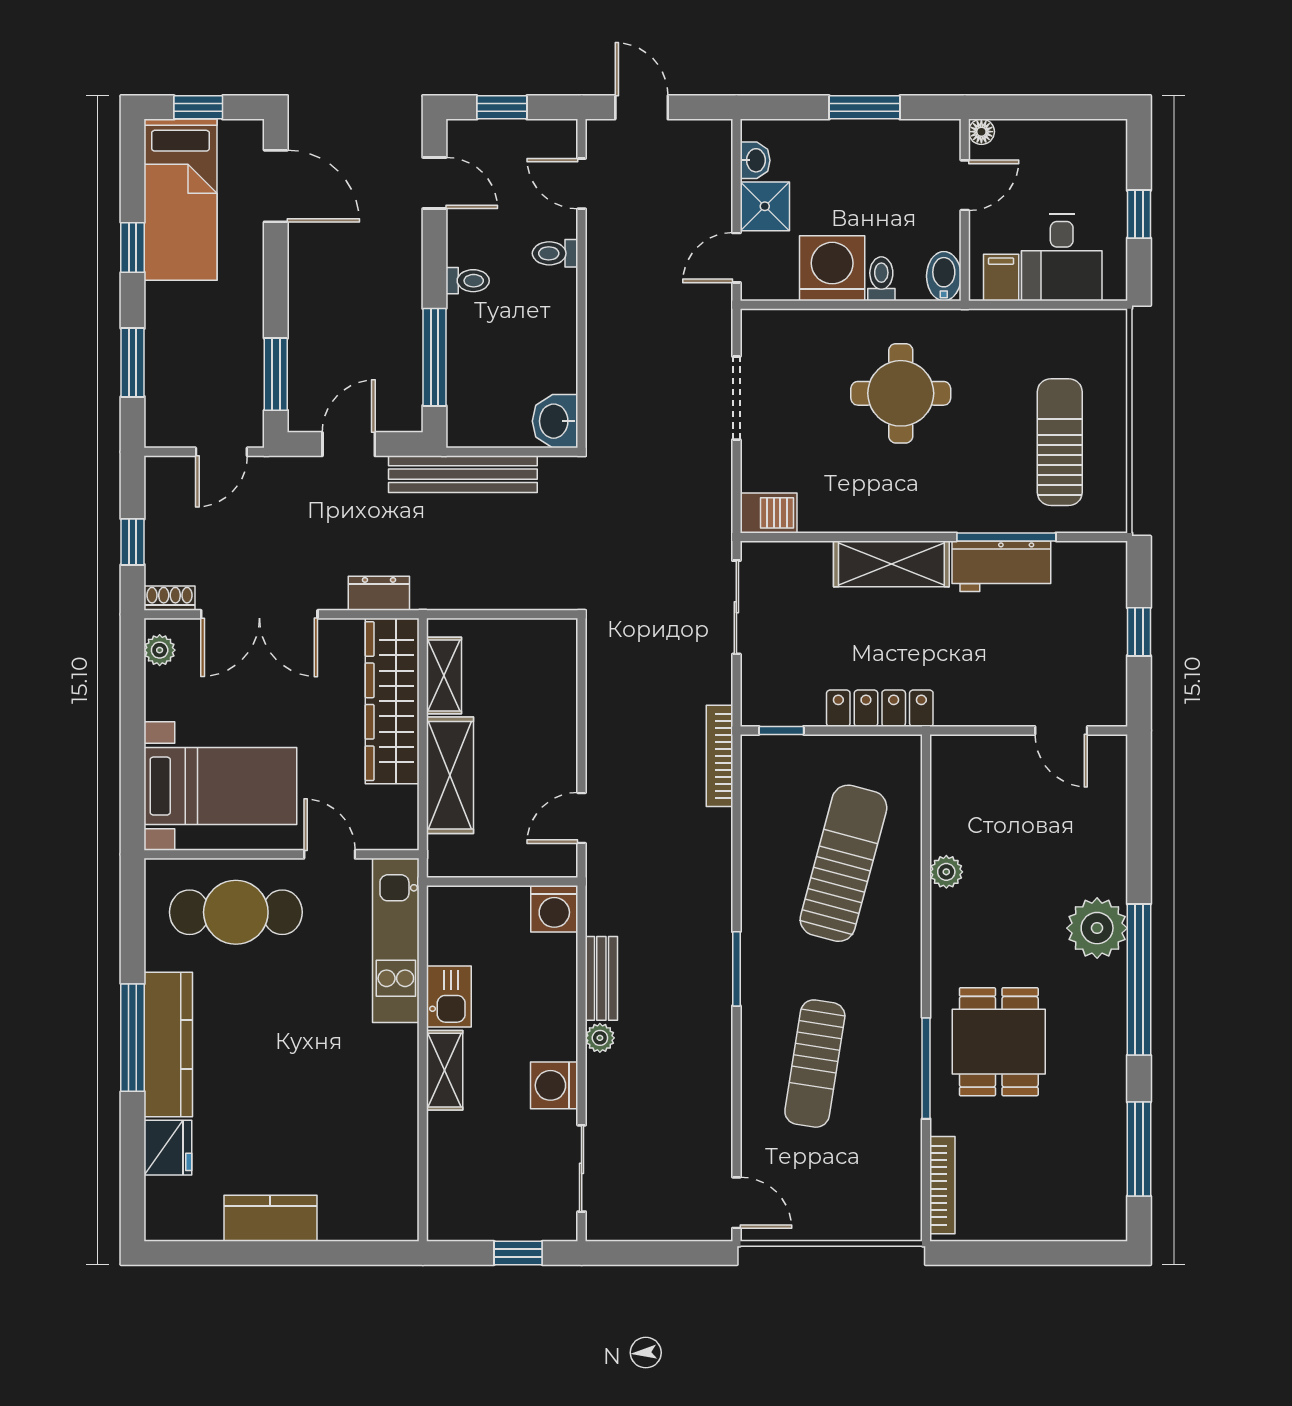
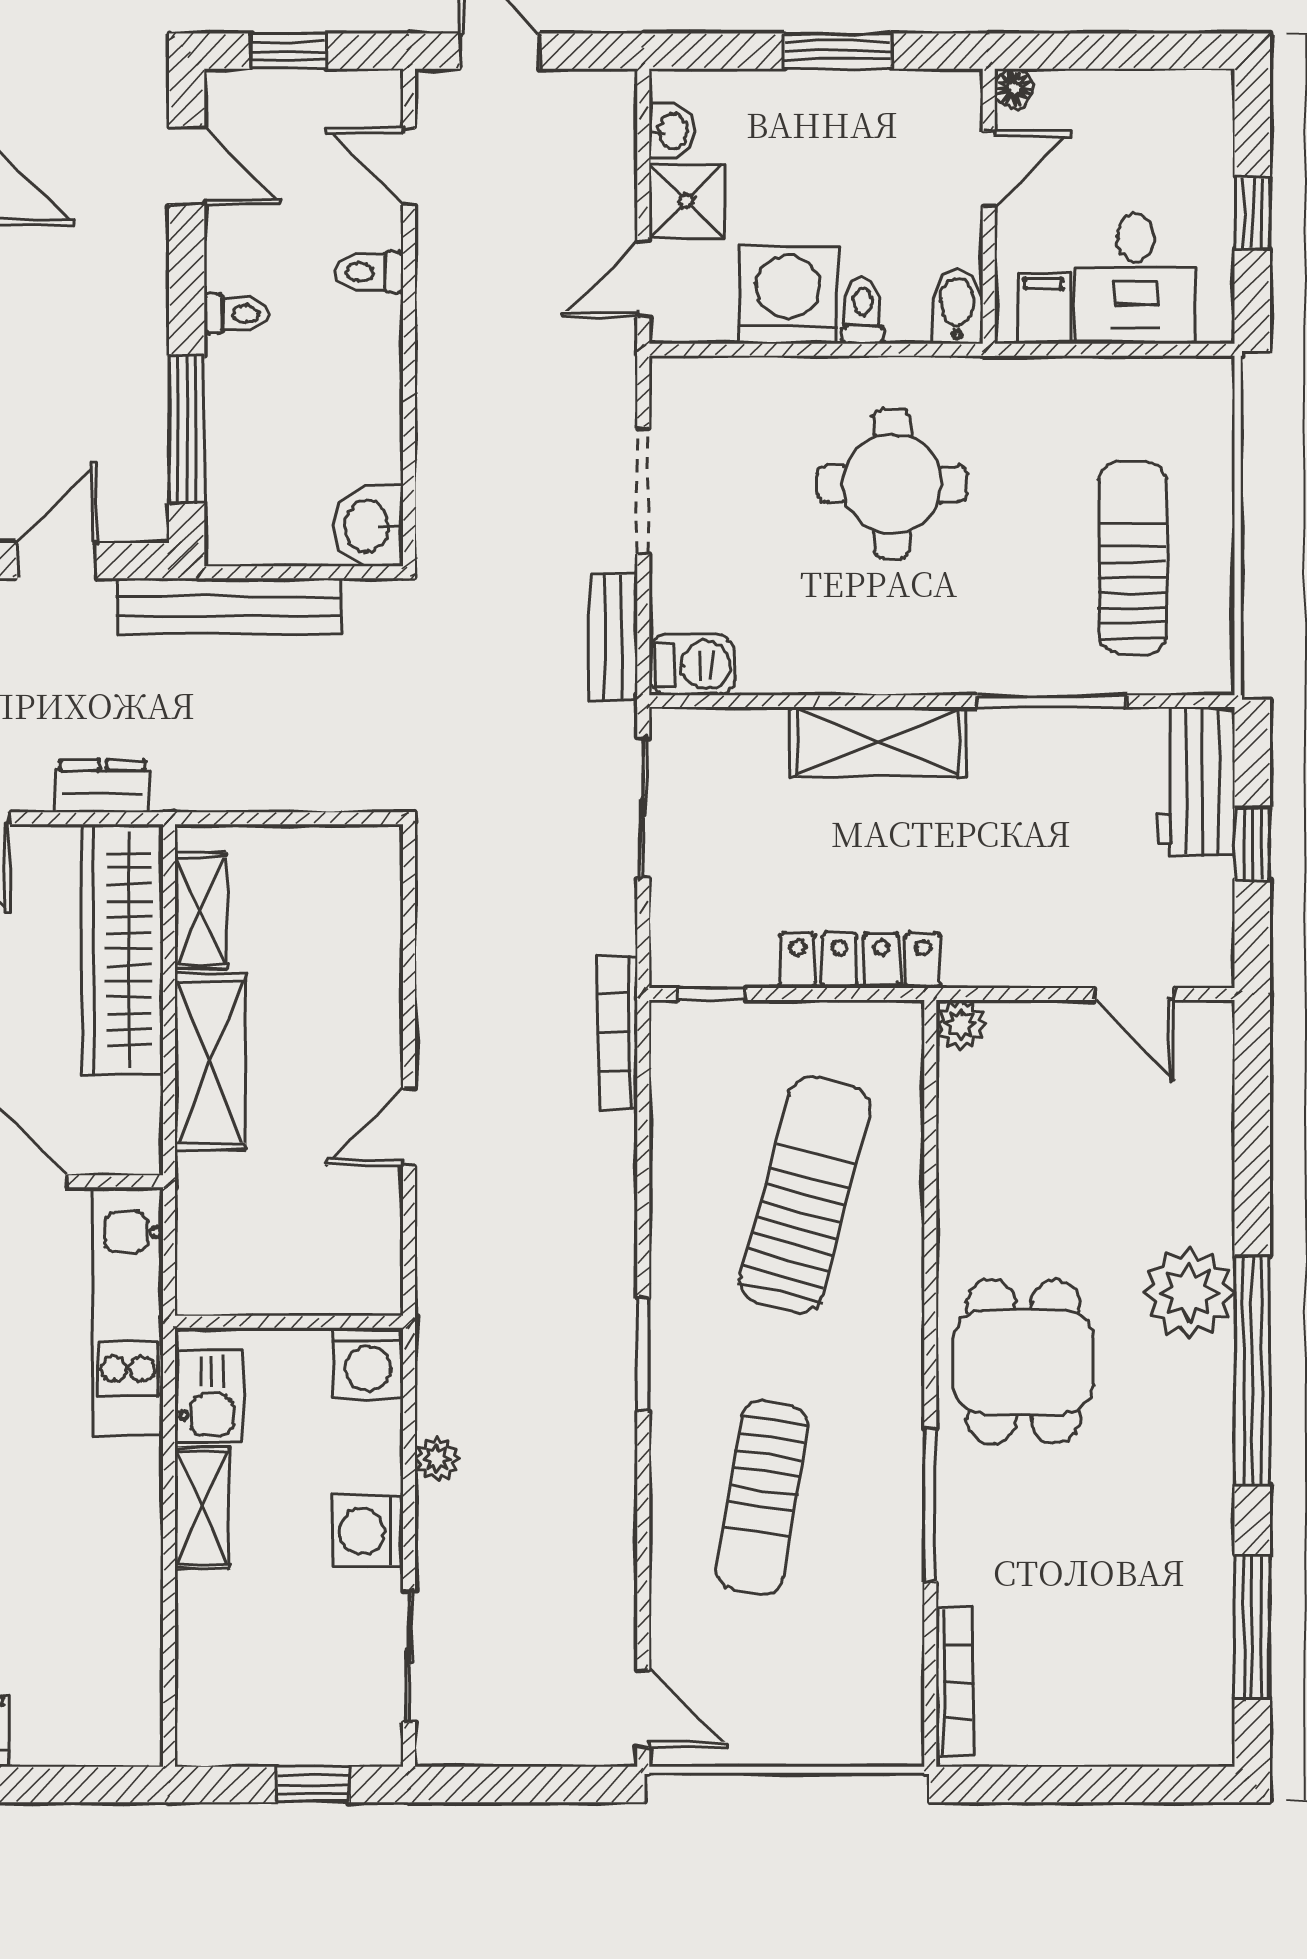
workbench: (1001, 566) -> (1196, 781), moved, turned 90
plant: (946, 872) -> (961, 1025), moved
wall: (502, 881) -> (289, 1322), moved
washing machine: (554, 909) -> (368, 1363), moved
bench: (601, 978) -> (613, 637), moved
dining table: (999, 1042) -> (1023, 1362), moved

